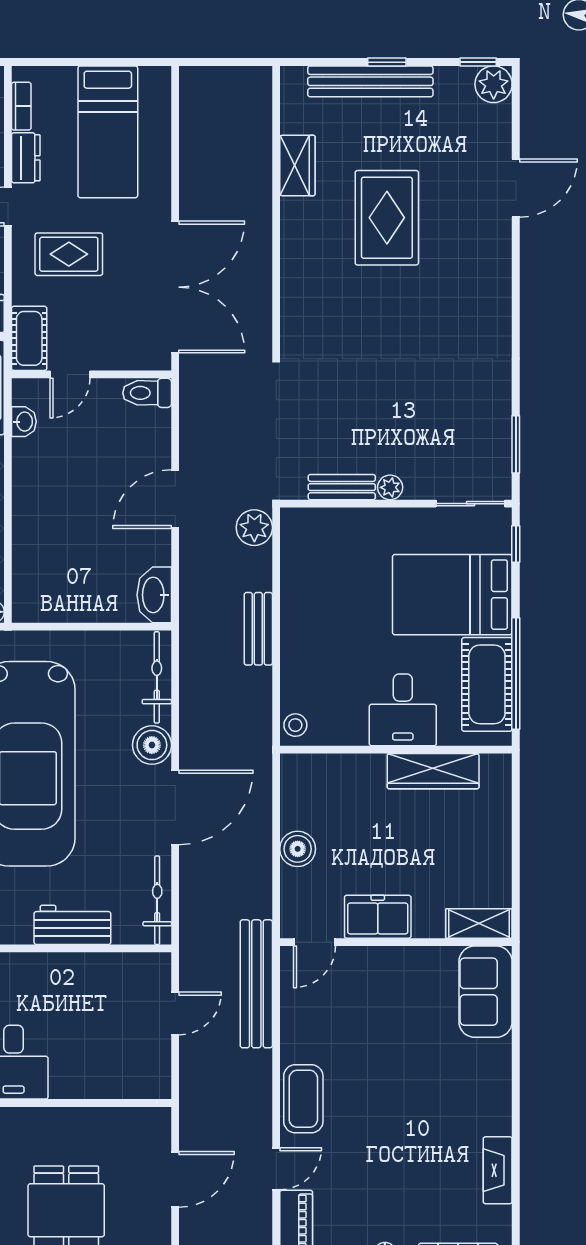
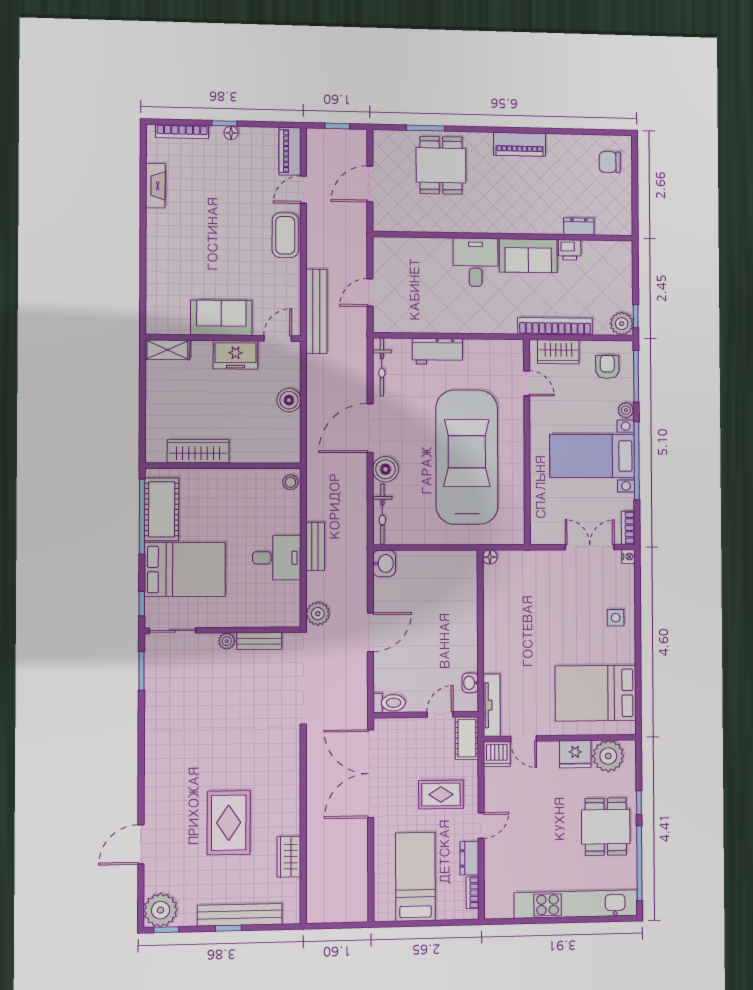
plant: (494, 84) -> (161, 910), width x1.36, depth x1.36
washbasin: (154, 595) -> (384, 563), width x0.72
desk: (403, 710) -> (277, 558), moved, turned 90
sofa: (486, 992) -> (221, 318), moved, turned -90

